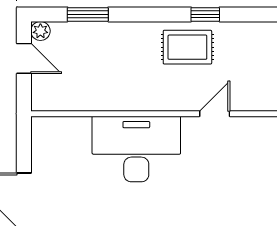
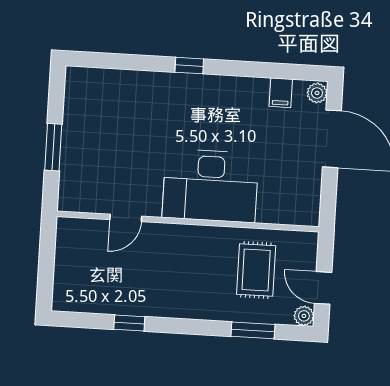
rug: (187, 47) -> (256, 270), moved, turned 90

